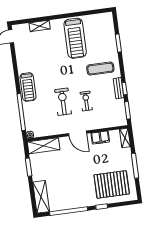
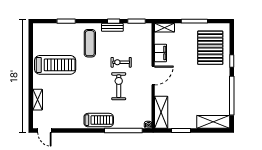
exercise bike: (63, 102) -> (119, 86), turned 90

